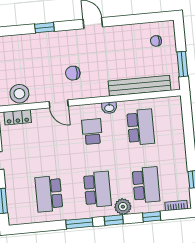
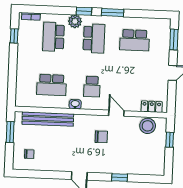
school desk: (141, 127) -> (51, 85), turned -90
school desk: (97, 189) -> (94, 38), turned 180
school desk: (49, 194) -> (134, 40), turned 90
window: (152, 217) -> (52, 10), removed

